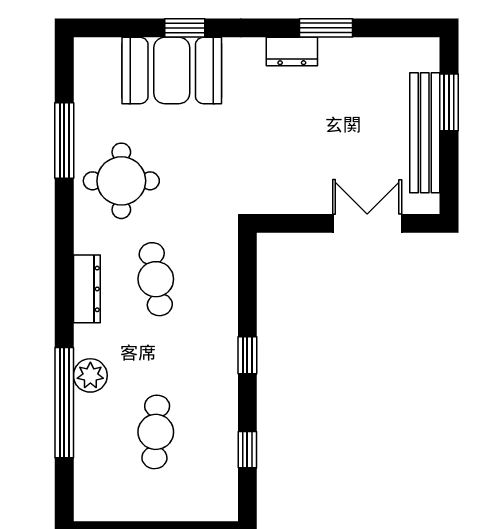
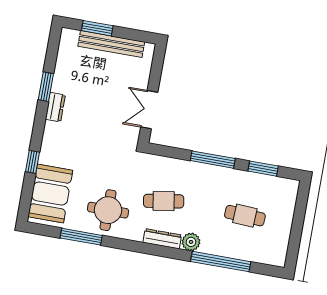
booth: (172, 70) -> (50, 194), moved
double door: (367, 223) -> (149, 110), moved
window: (247, 355) -> (213, 160), width x2.17
plant: (90, 375) -> (191, 242), moved
window: (247, 450) -> (263, 169), width x1.50

